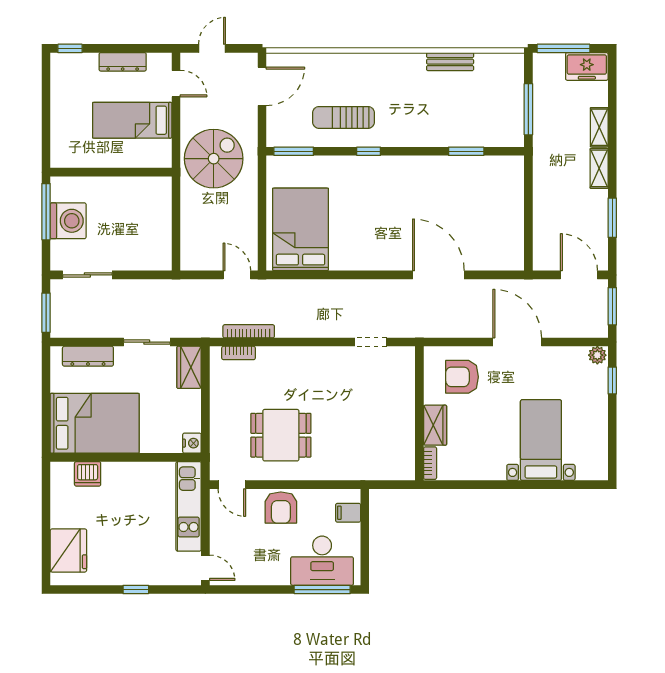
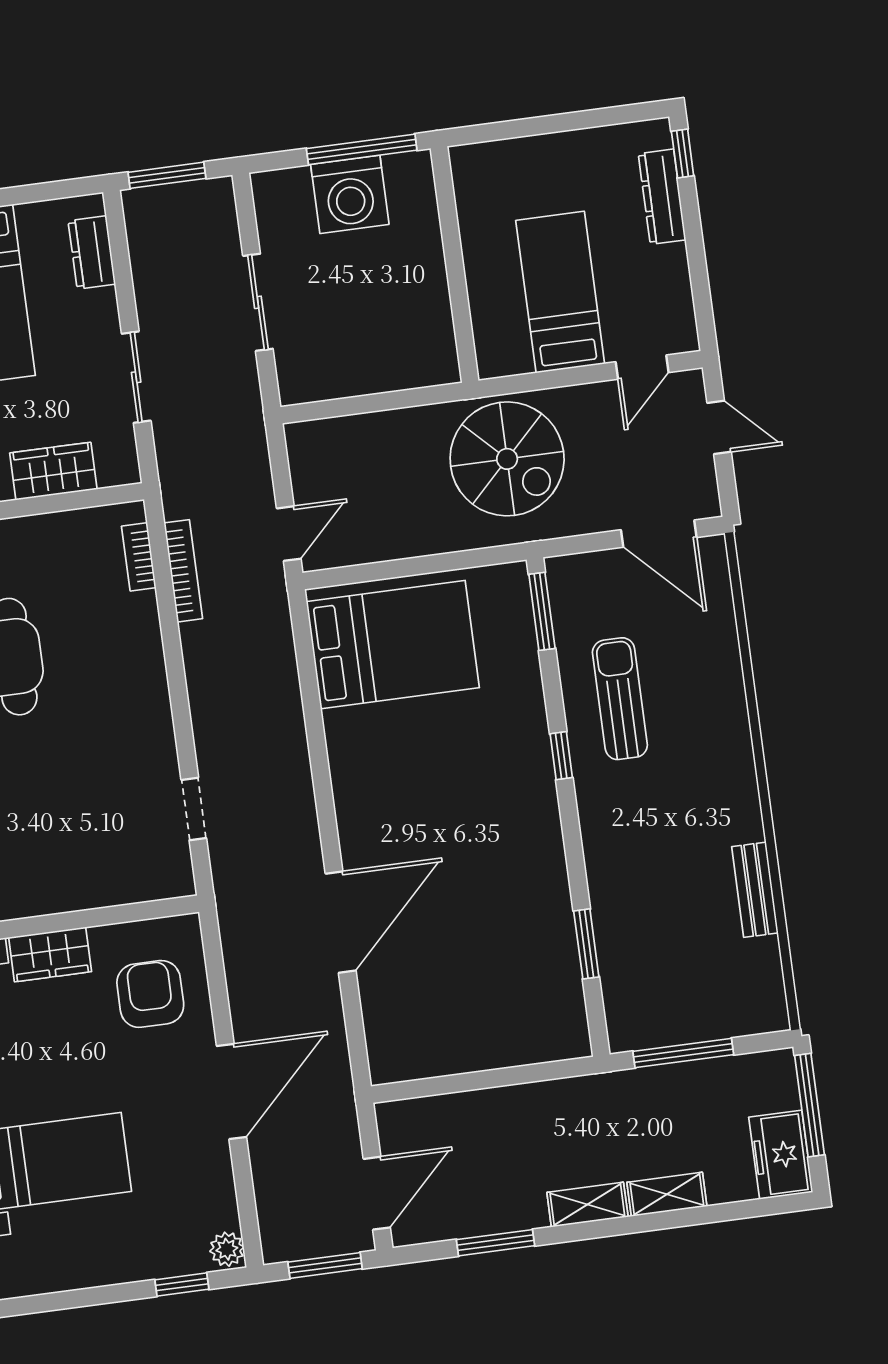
dresser: (123, 62) -> (662, 197), moved
sliding door: (87, 275) -> (258, 302), moved
dresser: (88, 356) -> (92, 252), width x0.70
wardrobe: (189, 367) -> (53, 471), moved

